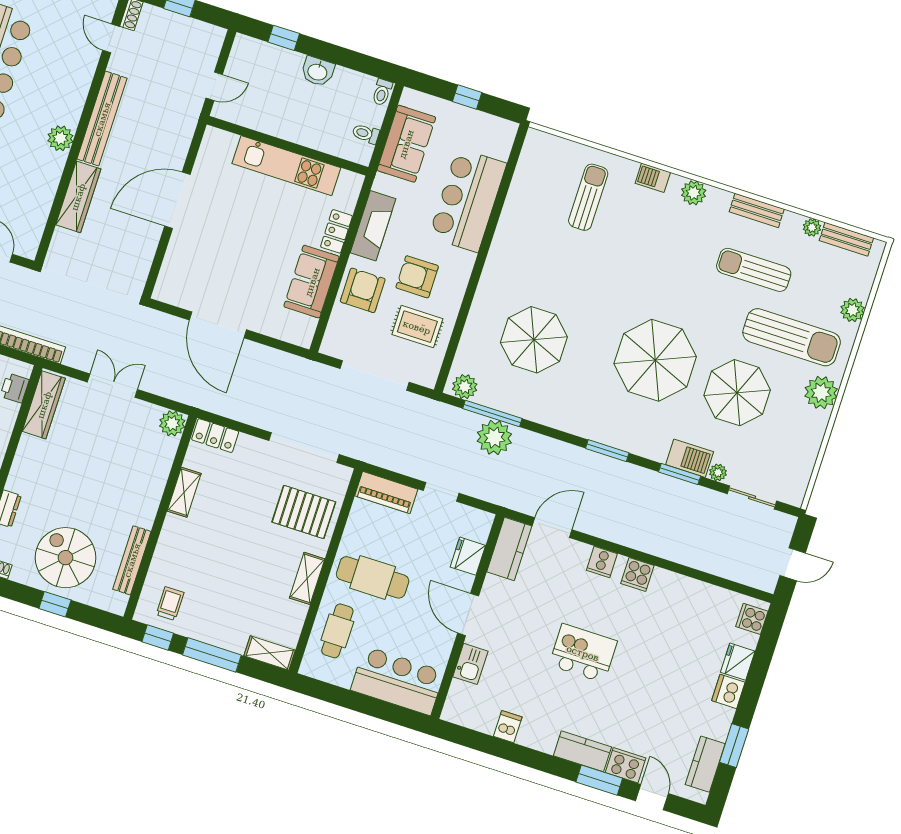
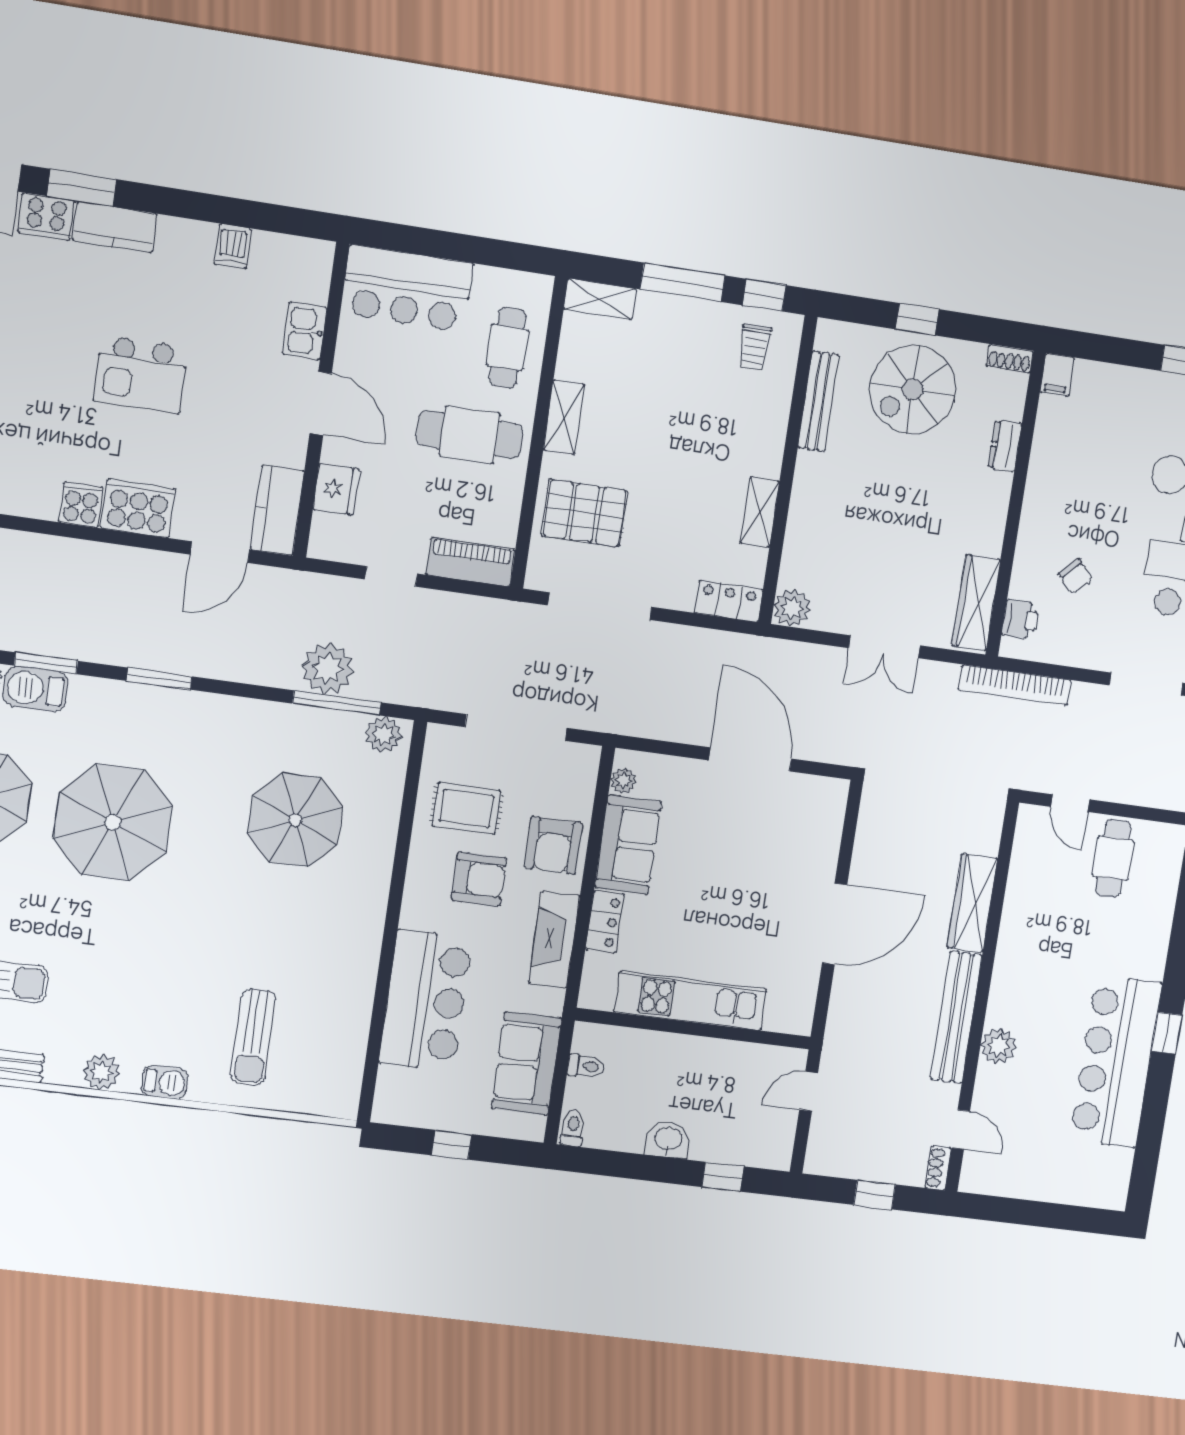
plant: (60, 138) -> (998, 1046), moved
plant: (308, 326) -> (623, 781), added
spiral stairs: (65, 558) -> (913, 389), turned 90
cooker: (602, 562) -> (138, 508), width x1.87, depth x1.31

